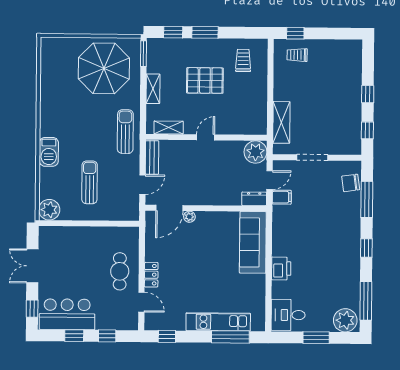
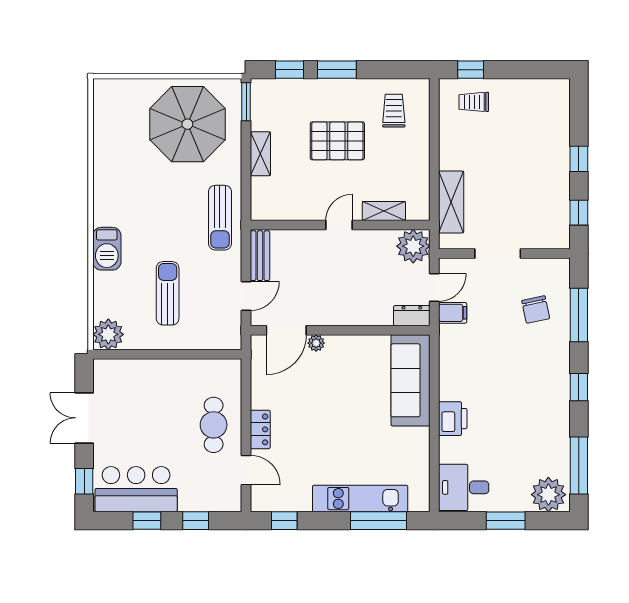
shelving: (169, 128) -> (384, 211), moved
sun lounger: (125, 132) -> (220, 218), turned 180
chair: (351, 183) -> (536, 310), moved, turned -94

